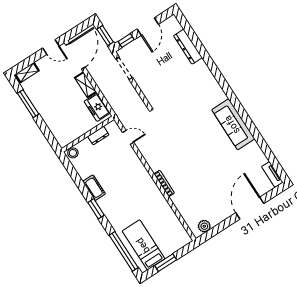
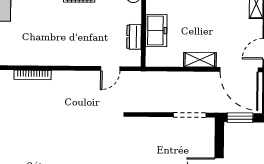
window: (126, 40) -> (219, 137), removed
freezer: (97, 107) -> (156, 31), moved, turned 90

